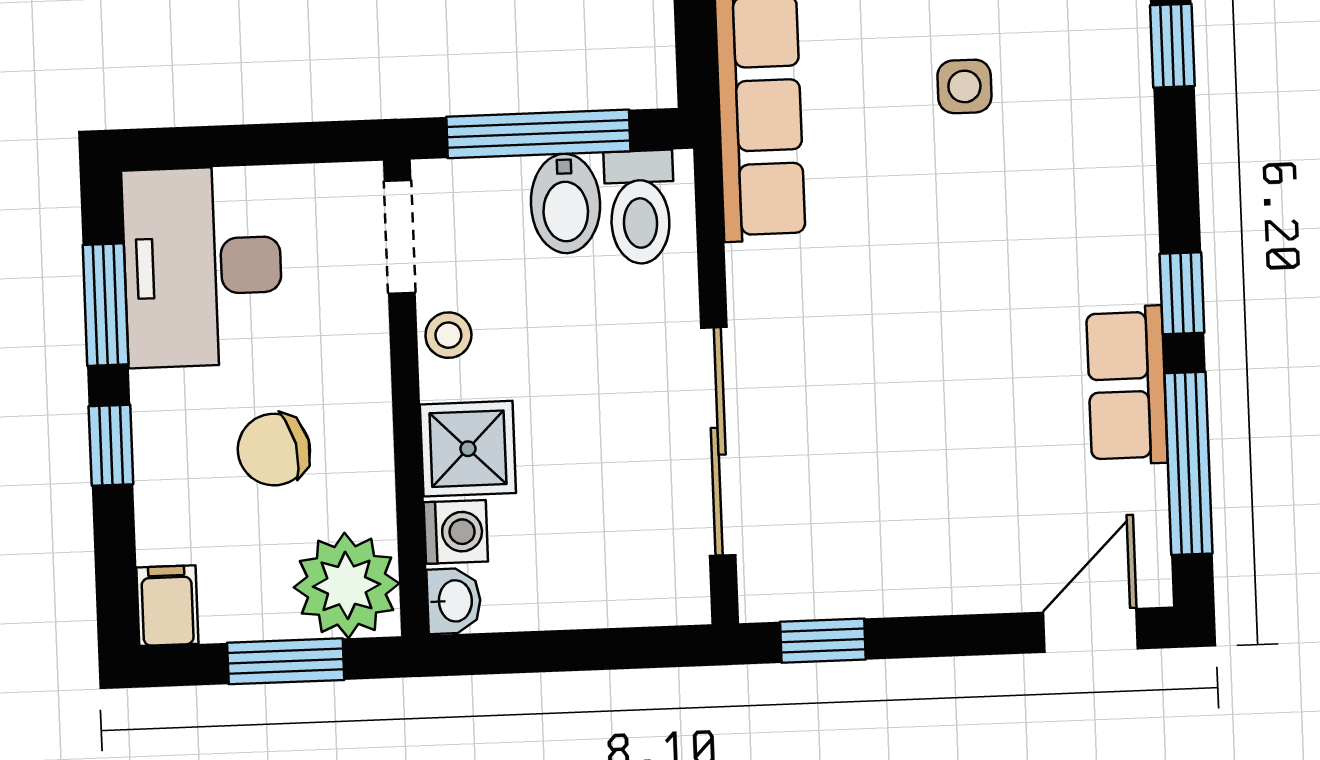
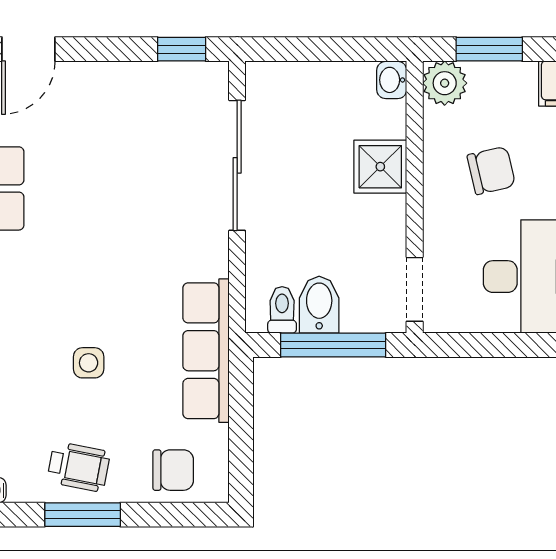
toilet: (640, 207) -> (282, 310), width x0.73, depth x0.72
stool: (448, 335) -> (389, 232), removed
washing machine: (456, 532) -> (389, 119), removed
plant: (346, 585) -> (445, 83), width x0.73, depth x0.73

